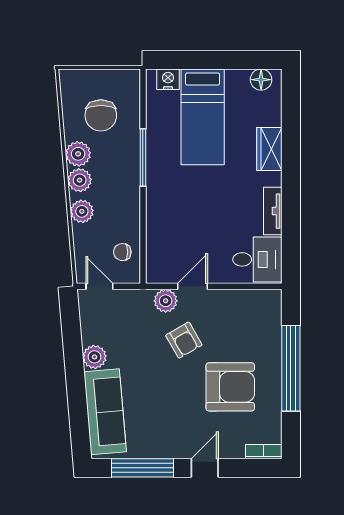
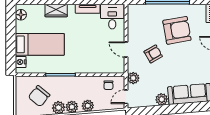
chair: (101, 115) -> (39, 96), turned 129
plant: (166, 301) -> (133, 78), moved
armchair: (230, 387) -> (177, 30), turned 80

